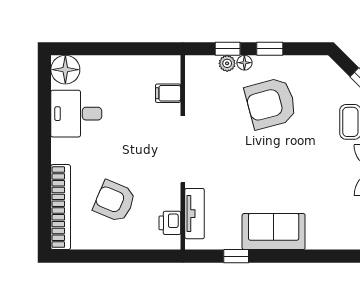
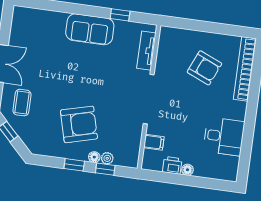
floor lamp: (65, 70) -> (187, 170), moved, width x0.53, depth x0.53
printer: (170, 223) -> (172, 165), moved, turned -90

